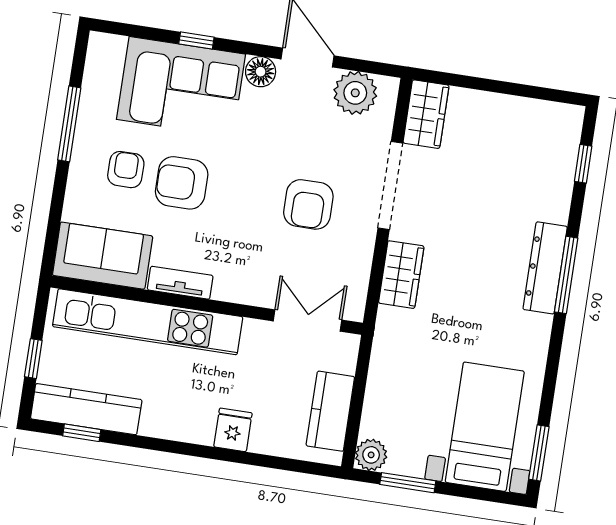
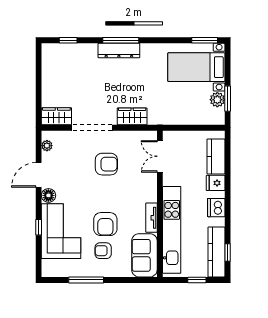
plant: (355, 93) -> (47, 146), width x0.53, depth x0.53
kitchen counter: (330, 411) -> (216, 156), moved, turned 90
dishwasher: (181, 423) -> (216, 208), added
plant: (371, 455) -> (217, 100), moved

